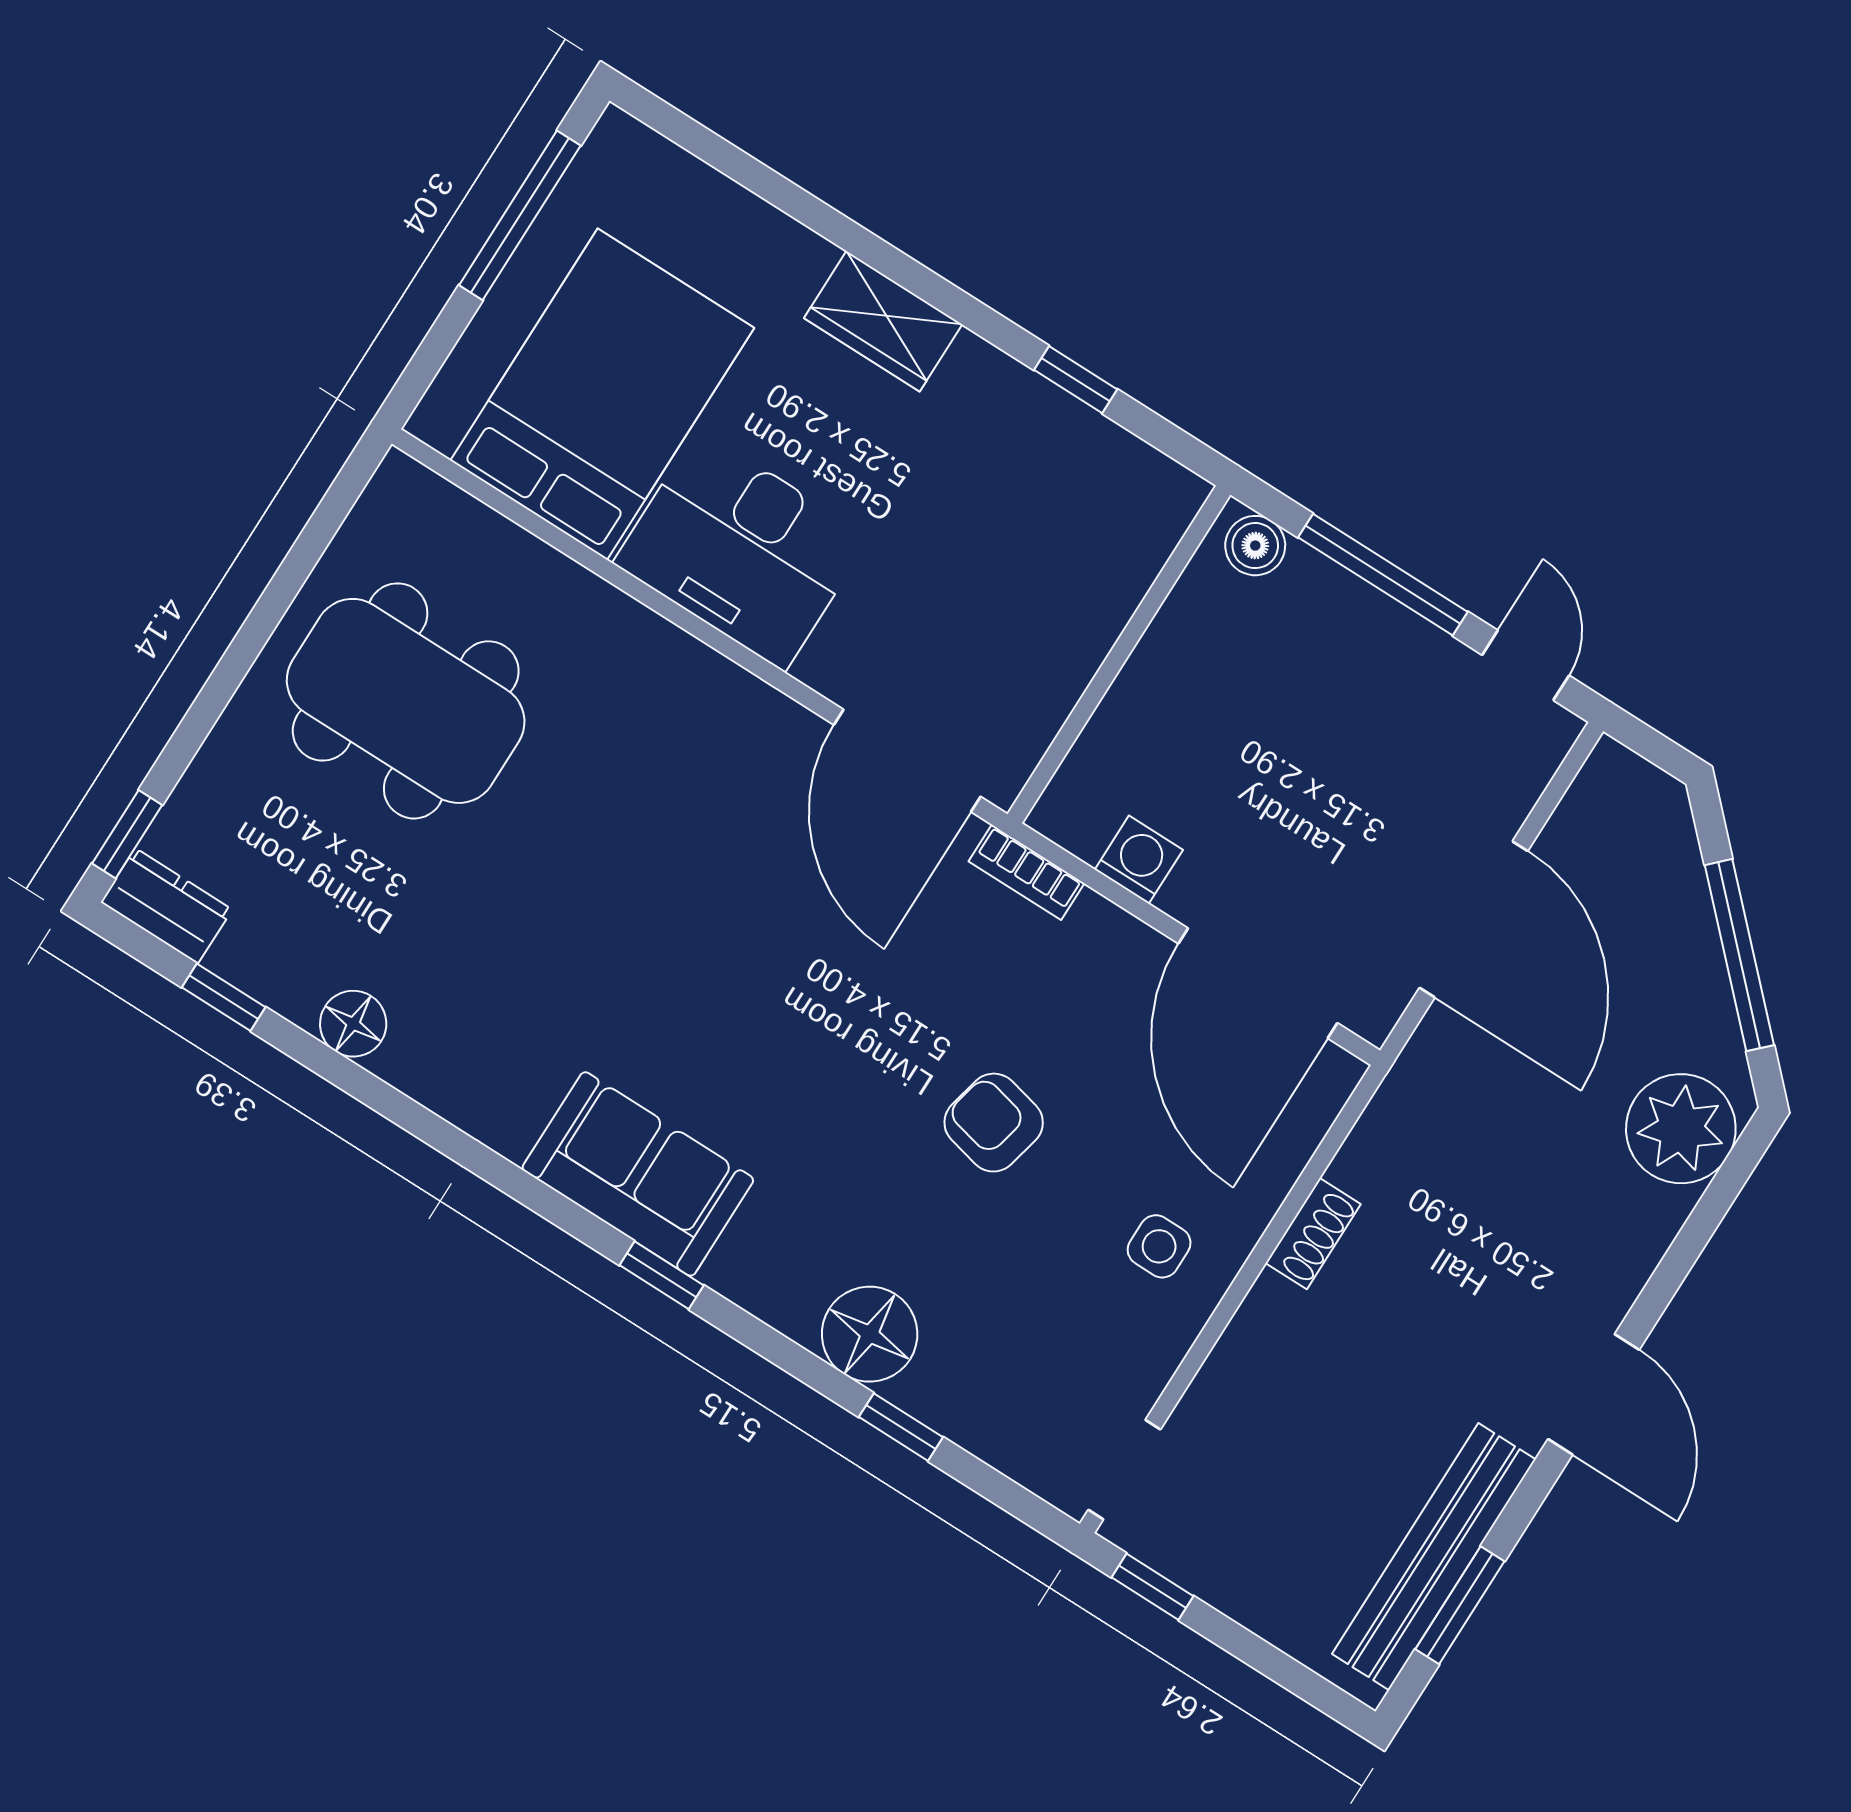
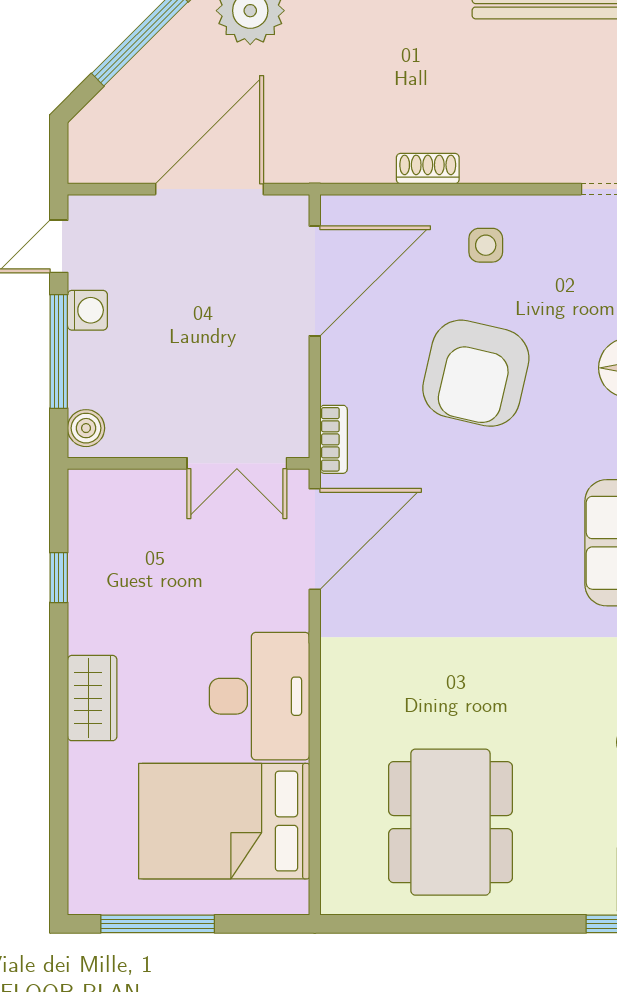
double door: (1077, 720) -> (237, 463), added
washing machine: (1139, 860) -> (87, 310), moved, turned 180
armchair: (994, 1123) -> (476, 373), width x1.88, depth x1.88

